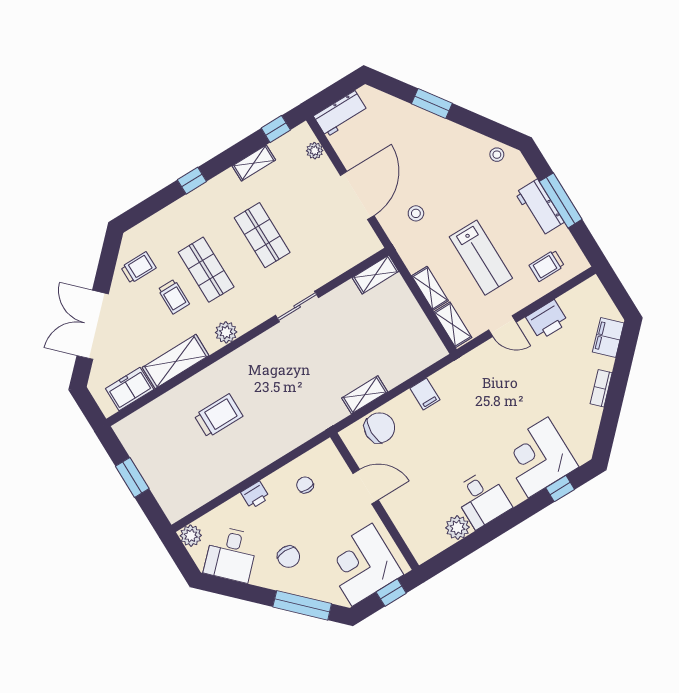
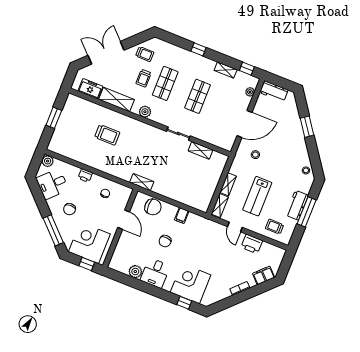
shelving: (376, 274) -> (201, 150), moved
shelving: (365, 395) -> (142, 182), moved
chair: (445, 448) -> (165, 241), added

